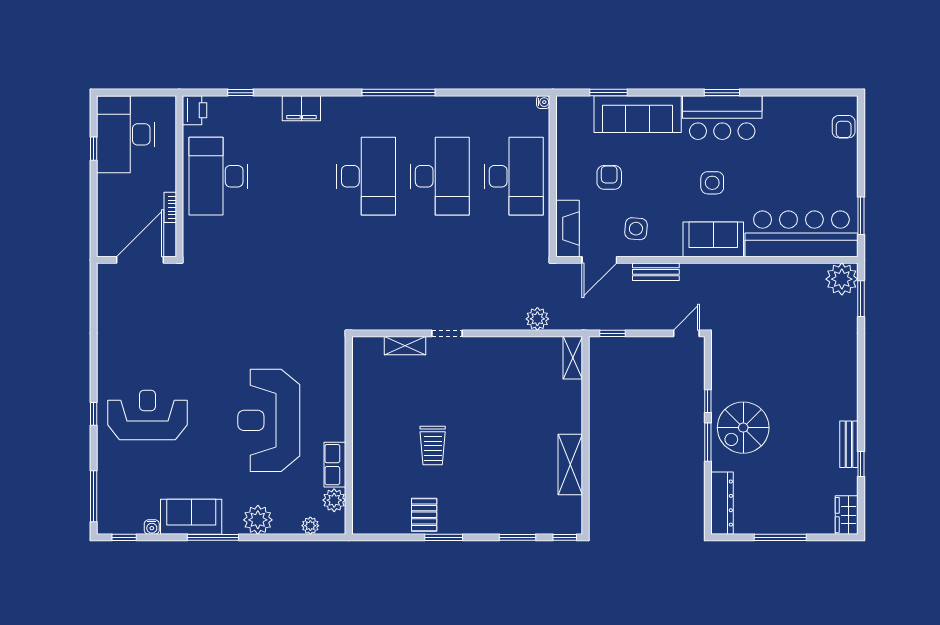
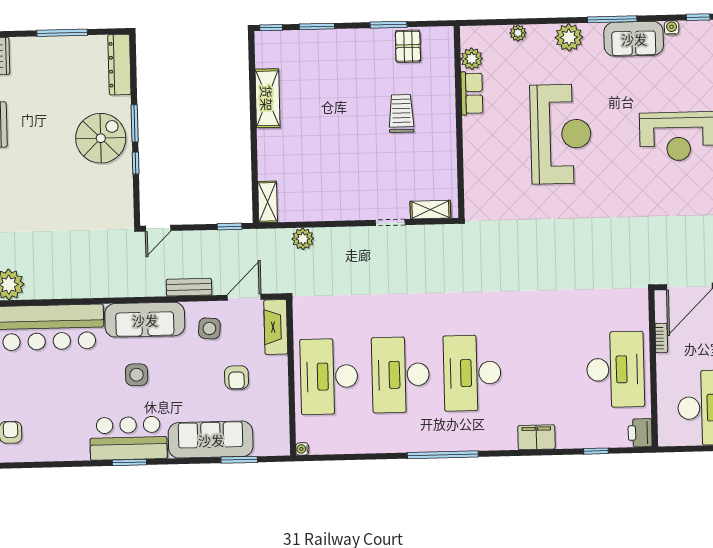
sofa: (713, 239) -> (145, 320), width x1.36
wall: (349, 435) -> (459, 122), moved
row of seats: (335, 465) -> (472, 93), moved
plant: (334, 500) -> (472, 59), moved

